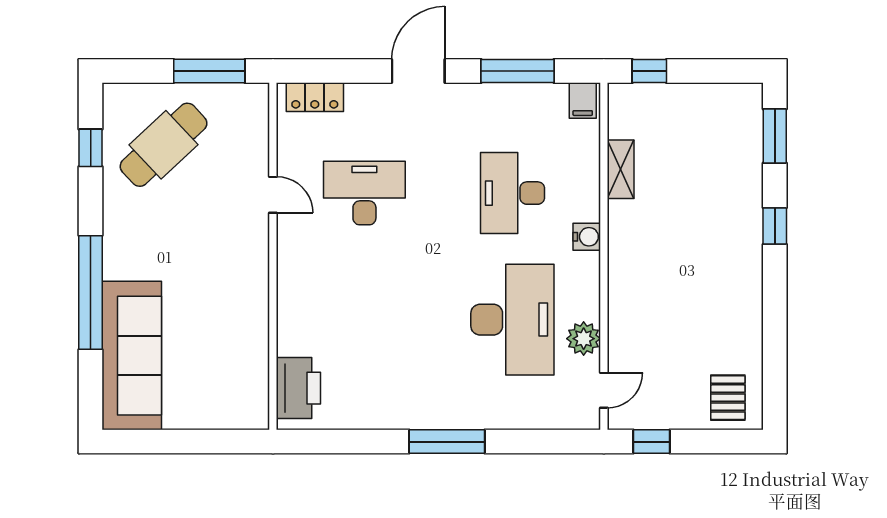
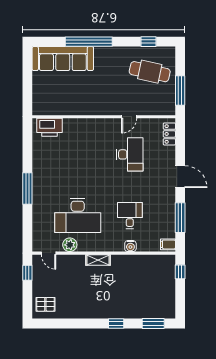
cafe table: (164, 145) -> (150, 72), turned -35
shelving: (621, 169) -> (98, 260), moved
desk: (512, 193) -> (130, 215), width x0.73
water cooler: (587, 237) -> (130, 246), moved

